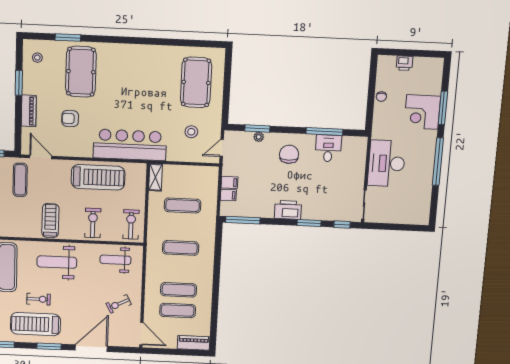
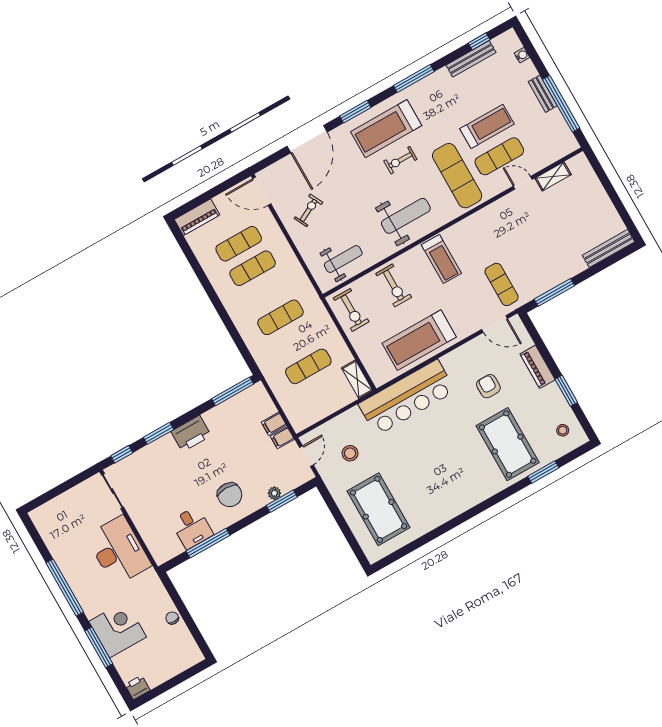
printer: (405, 63) -> (138, 687), moved
armchair: (70, 119) -> (488, 386), turned -90
filing cabinet: (228, 195) -> (282, 438), moved
treadmill: (35, 324) -> (386, 129), turned 180

